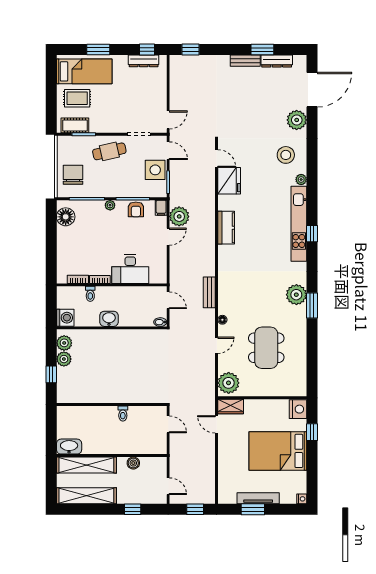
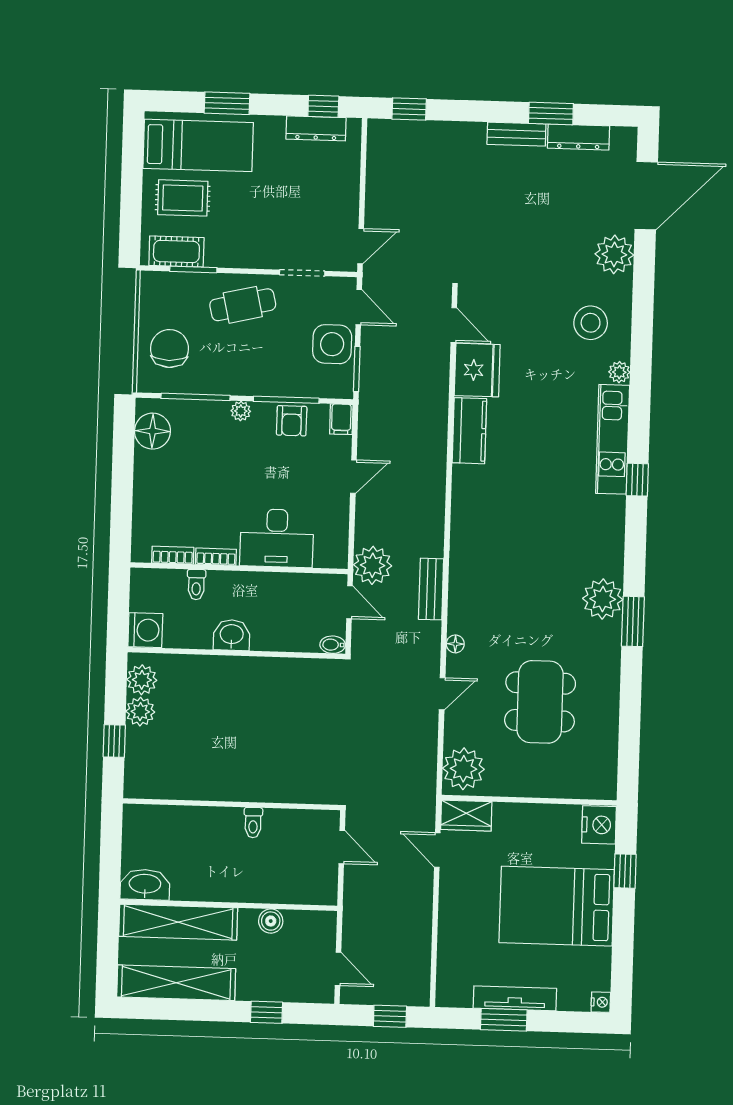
plant: (179, 216) -> (373, 565), moved
kitchen unit: (299, 224) -> (613, 439), width x0.73
kitchen counter: (226, 228) -> (469, 431), moved

